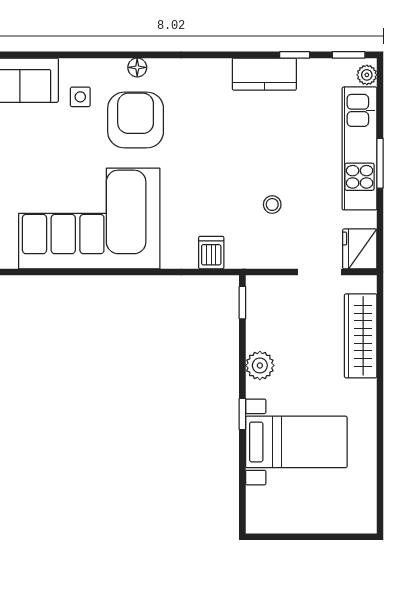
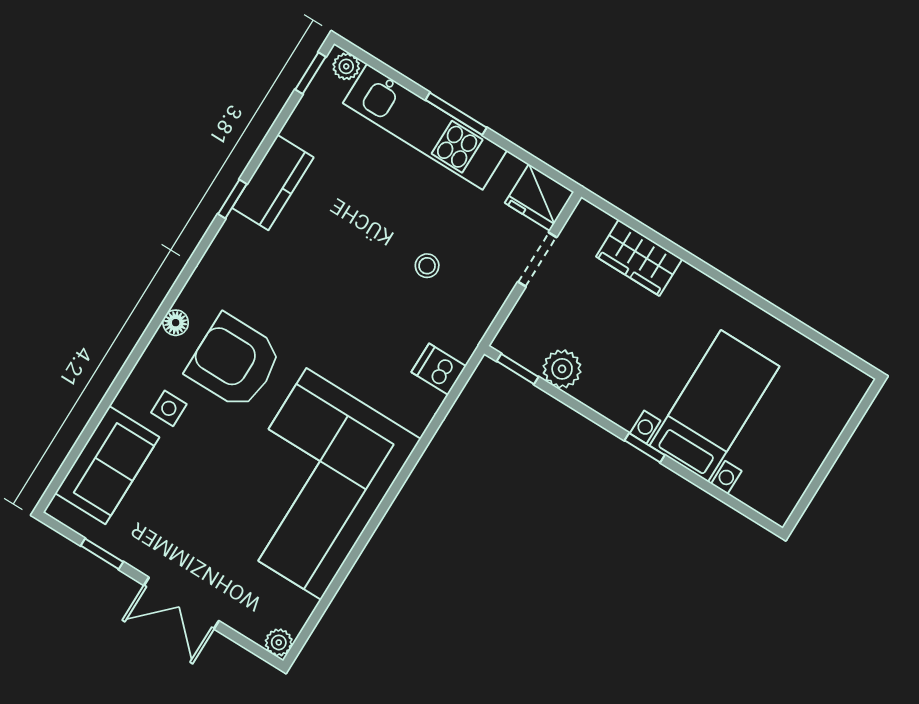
window: (295, 55) -> (232, 199), moved
wardrobe: (361, 336) -> (639, 258), width x0.67
plant: (260, 365) -> (562, 369), moved

